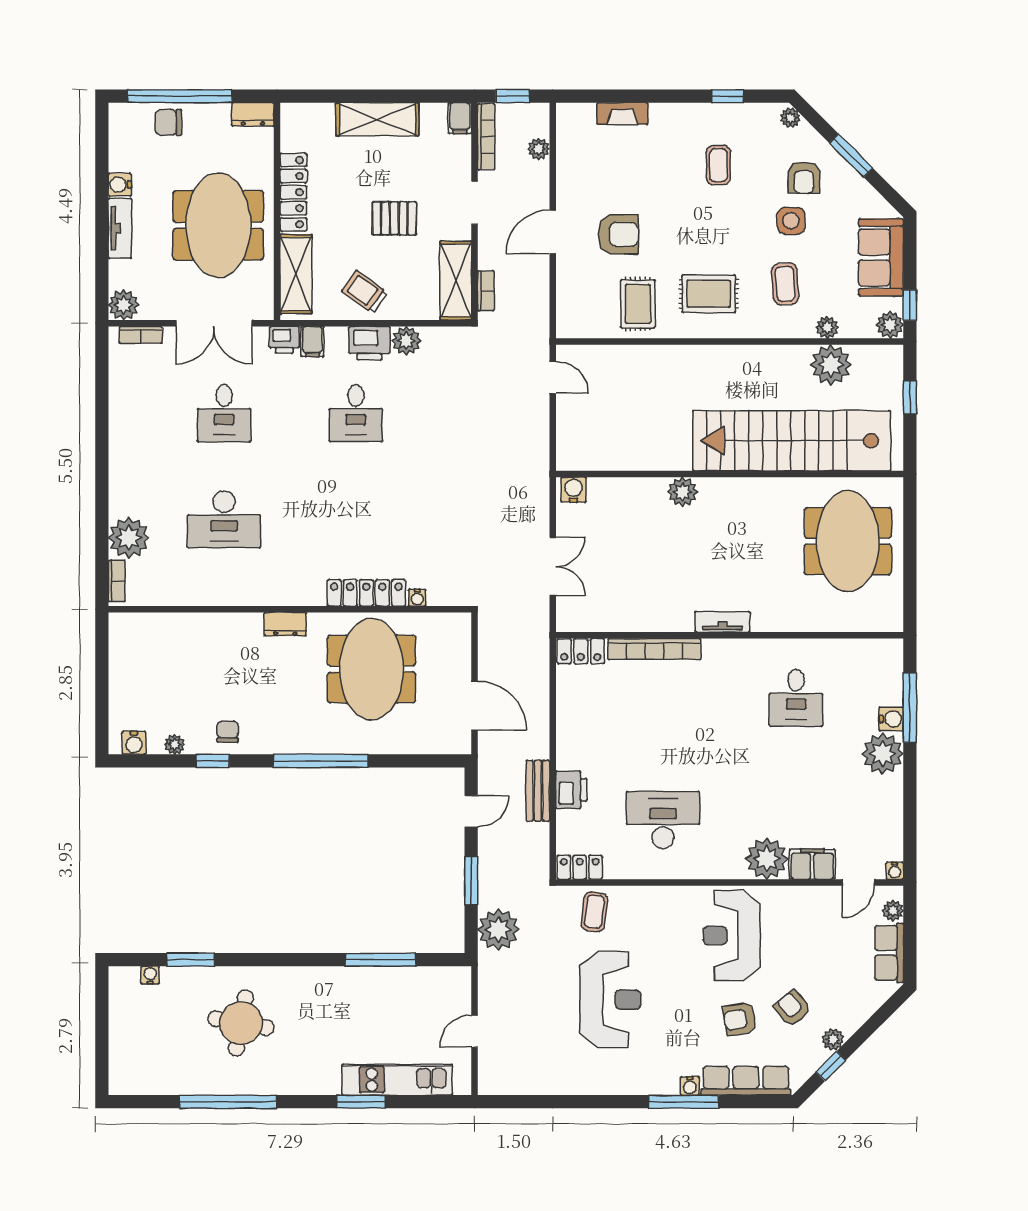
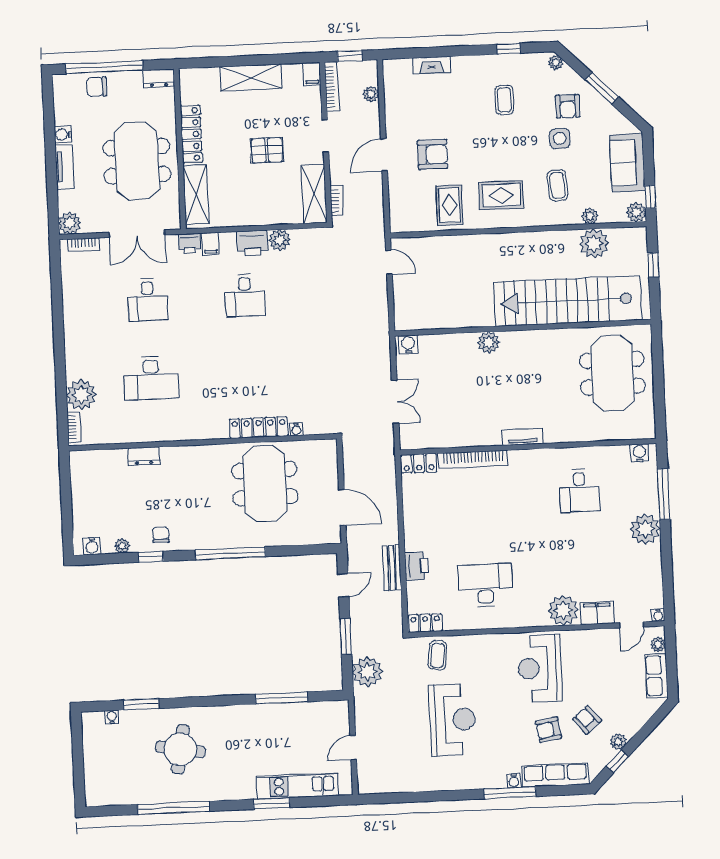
trolley: (365, 292) -> (247, 205), removed
dresser: (285, 624) -> (144, 456), moved
water cooler: (891, 719) -> (639, 453), moved, turned -90

